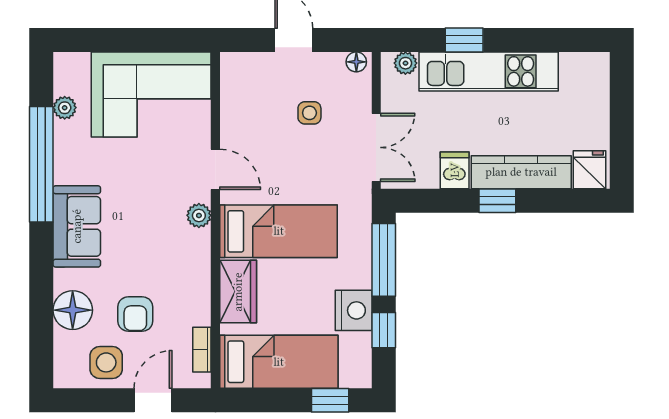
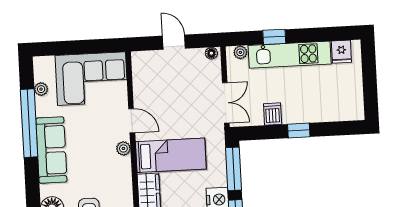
side table: (309, 113) -> (185, 85), removed
fridge: (590, 170) -> (341, 52), moved, turned 180
kitchen counter: (521, 172) -> (312, 113), removed
sofa: (77, 226) -> (51, 150), width x1.36

